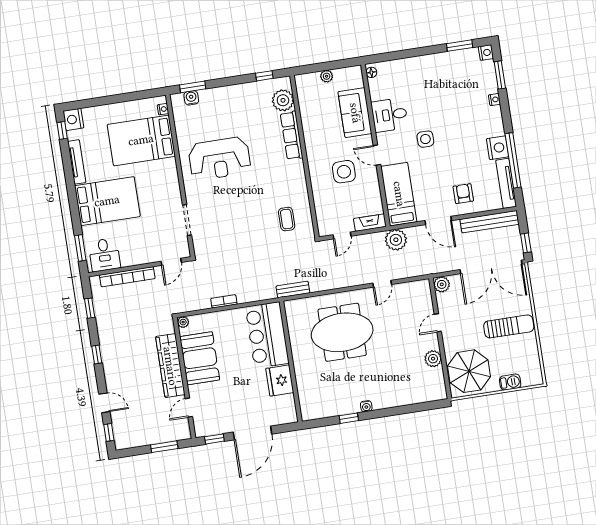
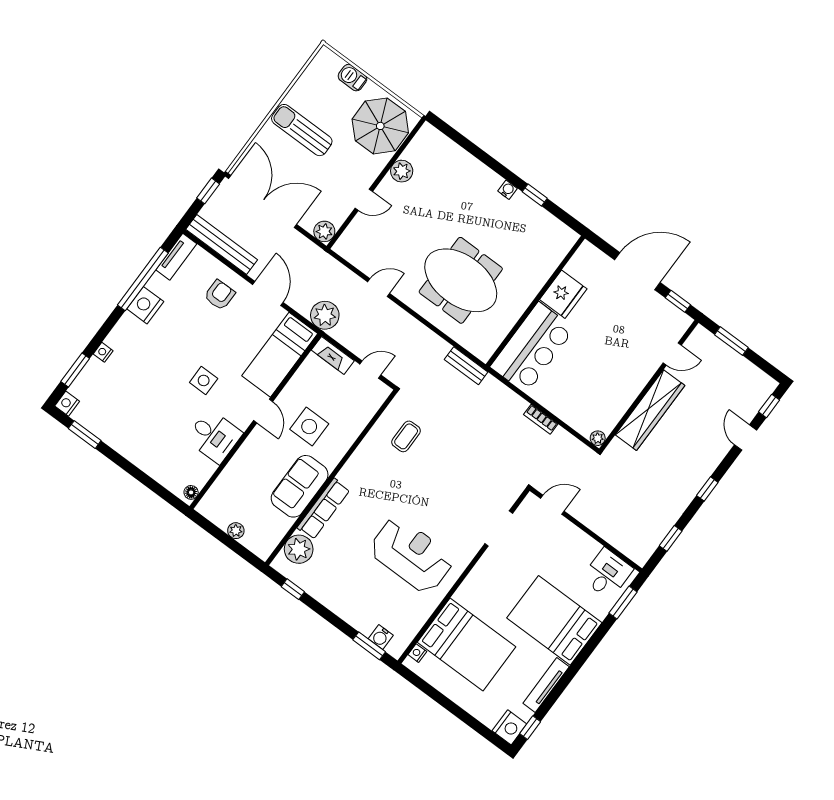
sofa: (355, 113) -> (300, 486), moved, turned 180
tv unit: (506, 183) -> (176, 257), width x0.71
armchair: (463, 194) -> (220, 295), turned 180
bookcase: (127, 277) -> (607, 532), removed
booth: (200, 358) -> (616, 389), removed

